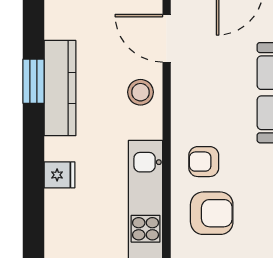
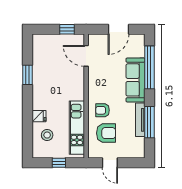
kitchen counter: (60, 88) -> (39, 78), removed
stool: (141, 92) -> (47, 135), moved

